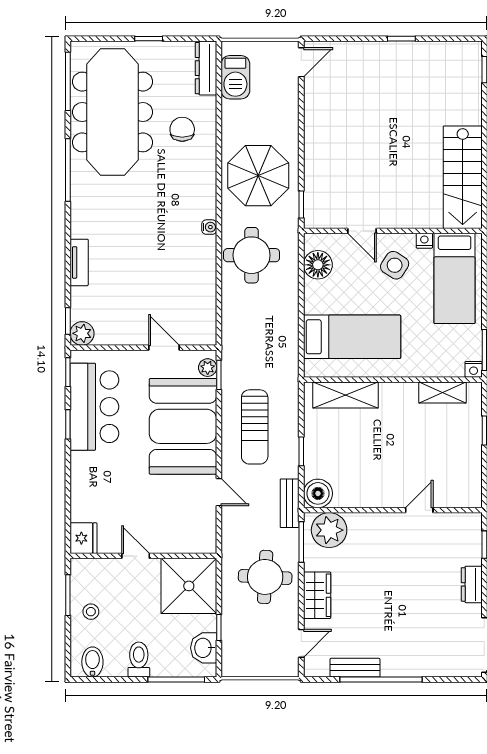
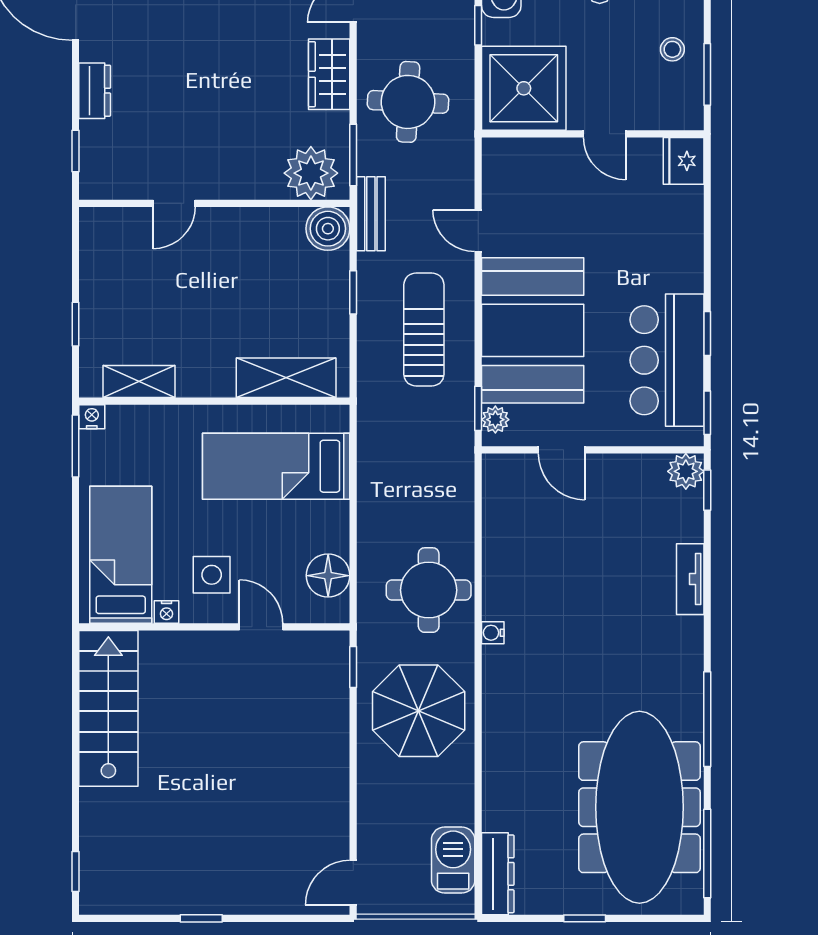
chair: (182, 129) -> (534, 781), removed
side table: (395, 265) -> (212, 575), turned -33

